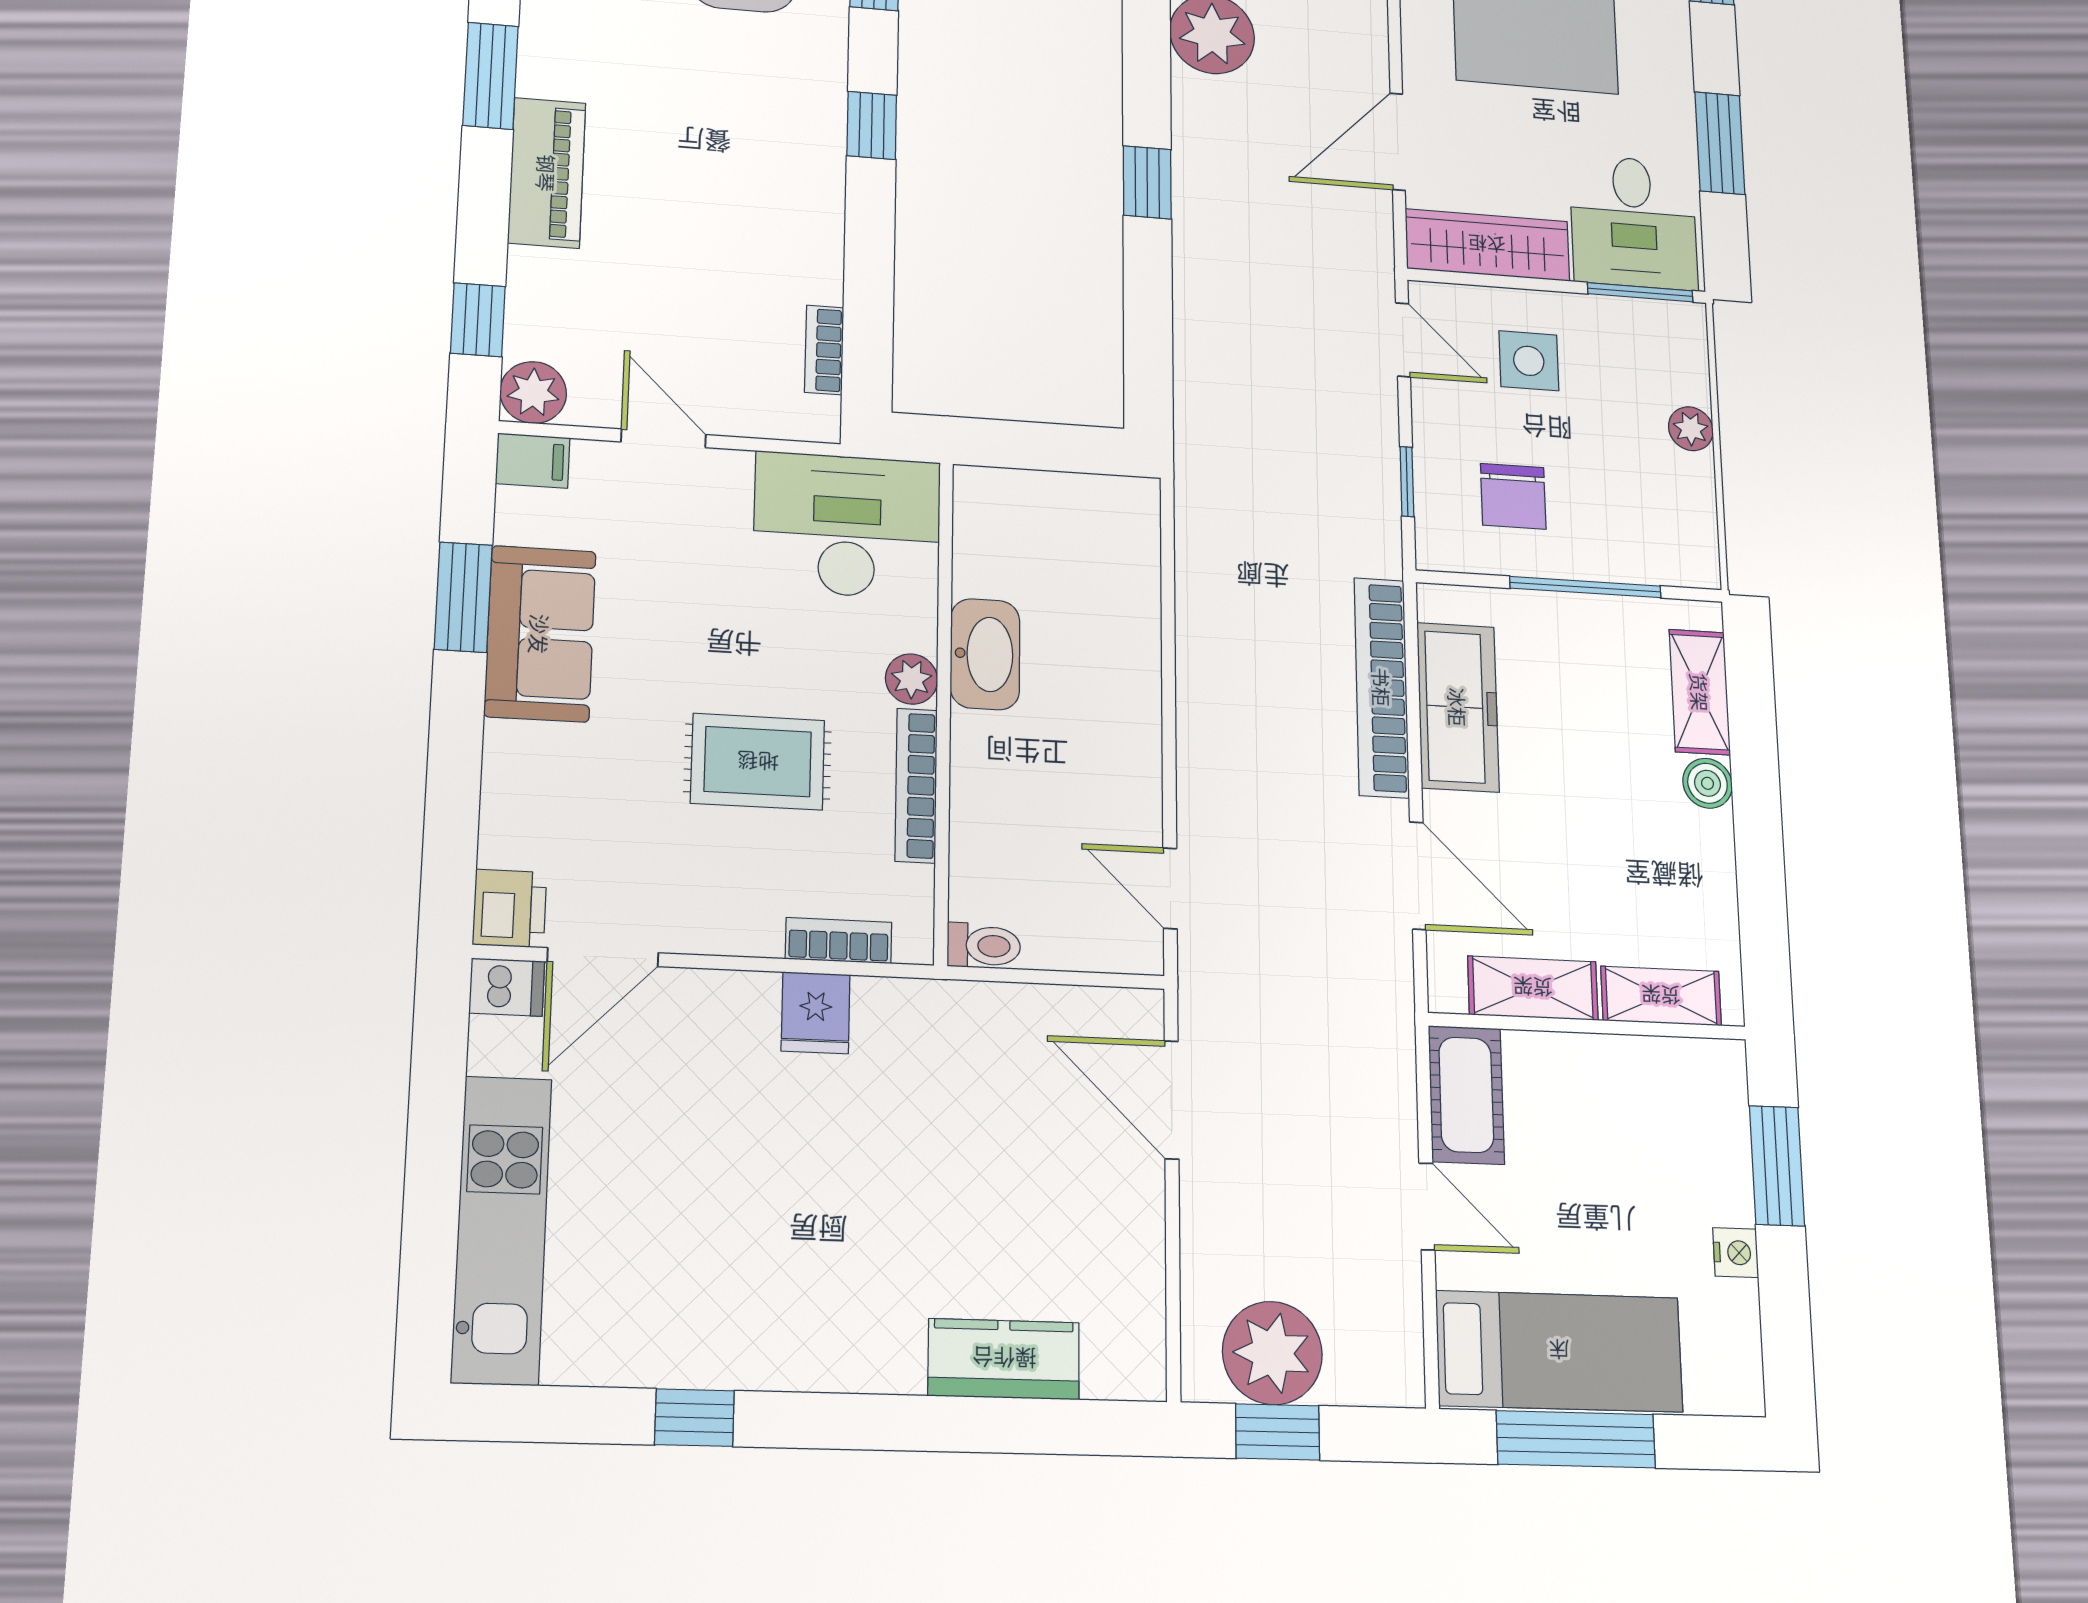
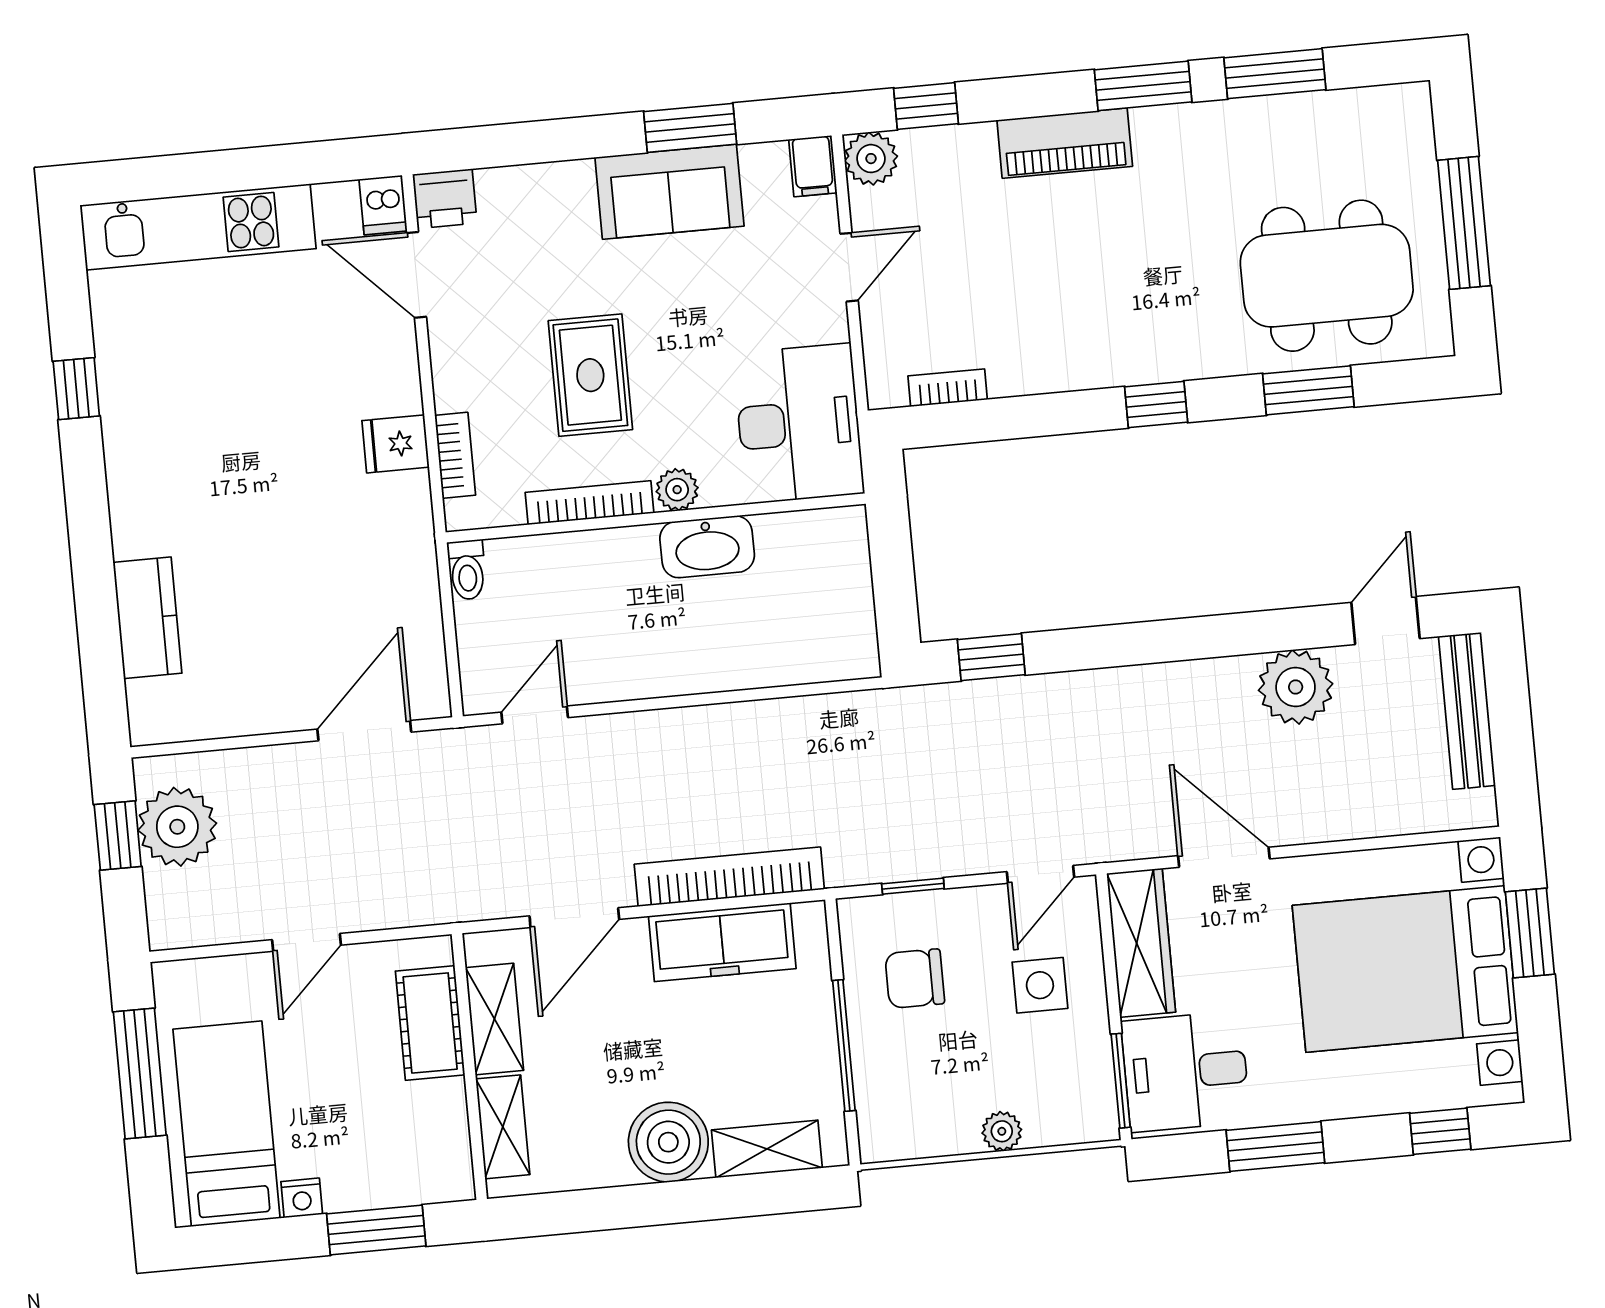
window: (1147, 182) -> (991, 657), moved
boiler: (1708, 783) -> (668, 1142), width x1.86, depth x1.86
cot: (1466, 1095) -> (430, 1023), moved, turned 90
bed: (1559, 1351) -> (227, 1124), moved, turned 180

